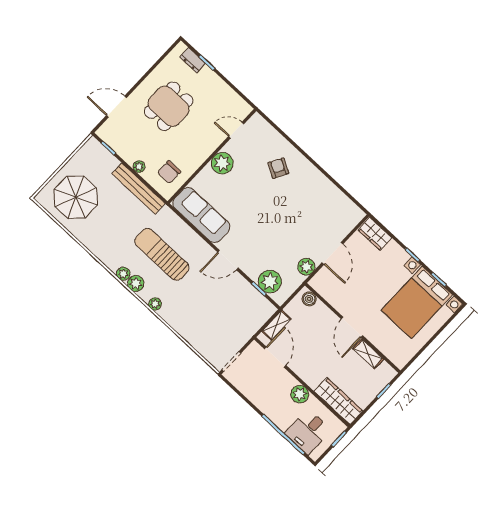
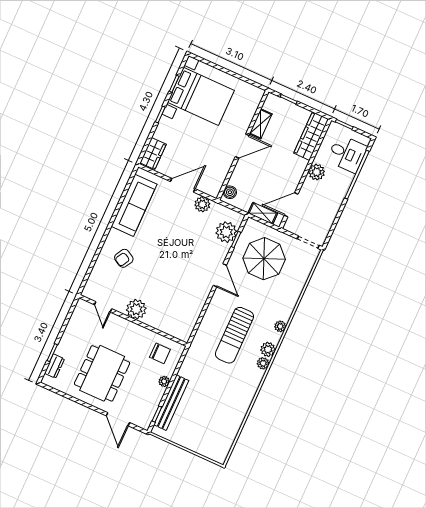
dining table: (169, 106) -> (102, 373), width x1.38
bench: (139, 189) -> (171, 403), moved
parasol: (76, 197) -> (264, 259), moved
sofa: (201, 215) -> (134, 205), moved, turned 180

